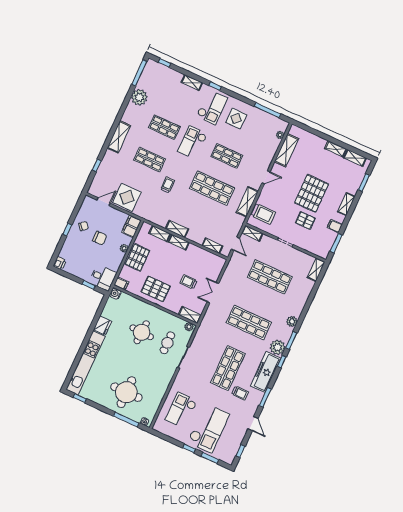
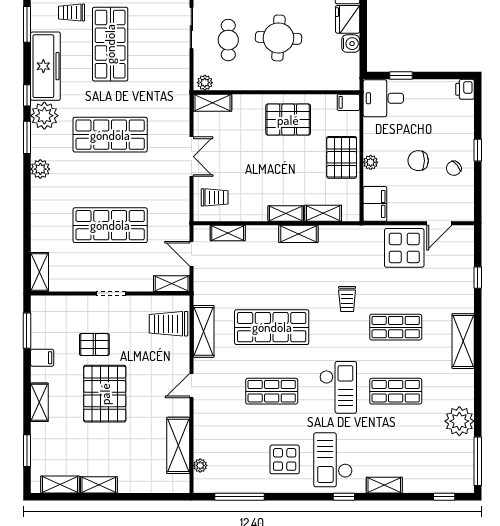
trolley: (188, 282) -> (215, 197), moved
water cooler: (115, 294) -> (351, 44), moved

